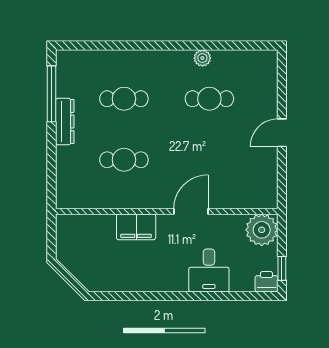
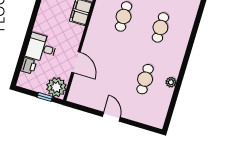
door: (191, 211) -> (76, 62), moved
window: (282, 268) -> (45, 97), moved
printer: (266, 282) -> (29, 66), moved

